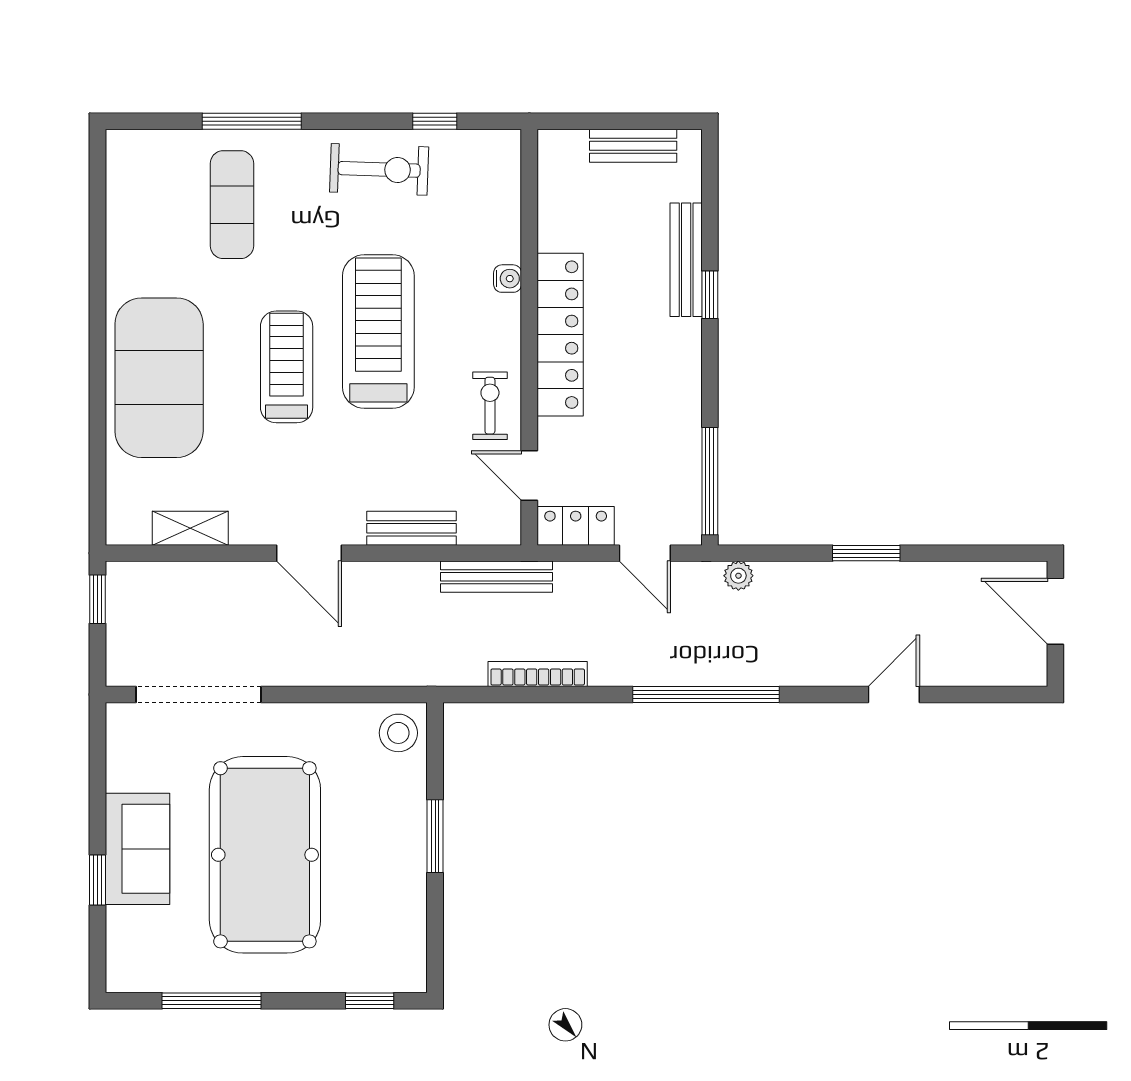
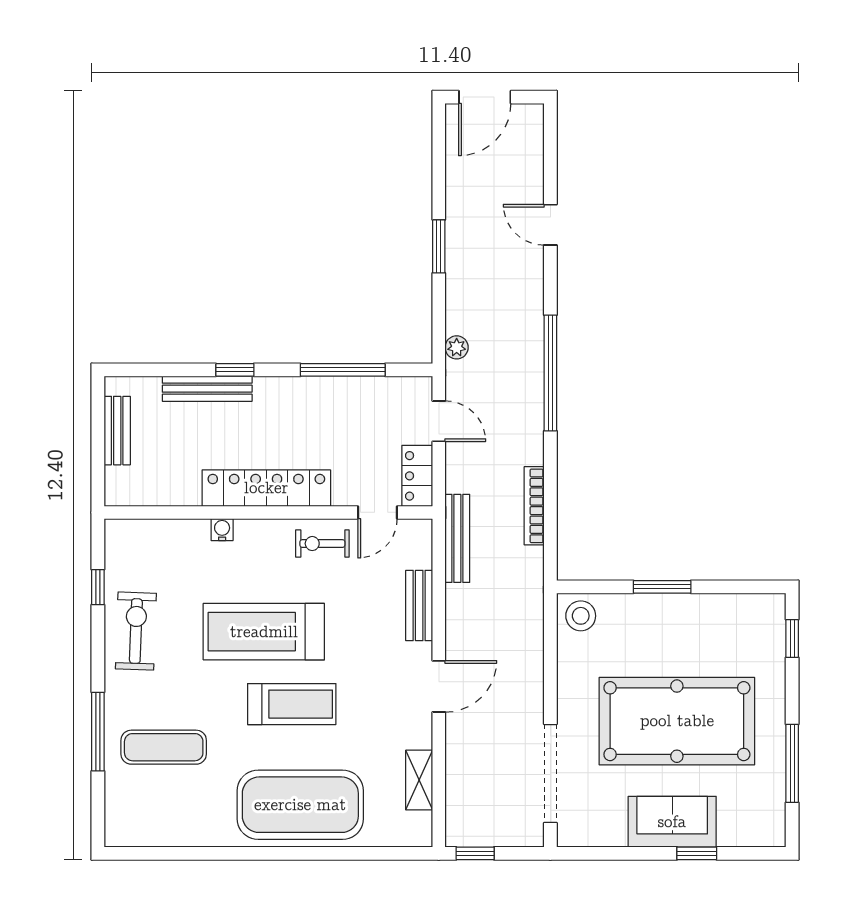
treadmill: (287, 367) -> (292, 704), turned 180
window: (710, 481) -> (343, 370), moved
door: (645, 553) -> (439, 421), hinge flipped

